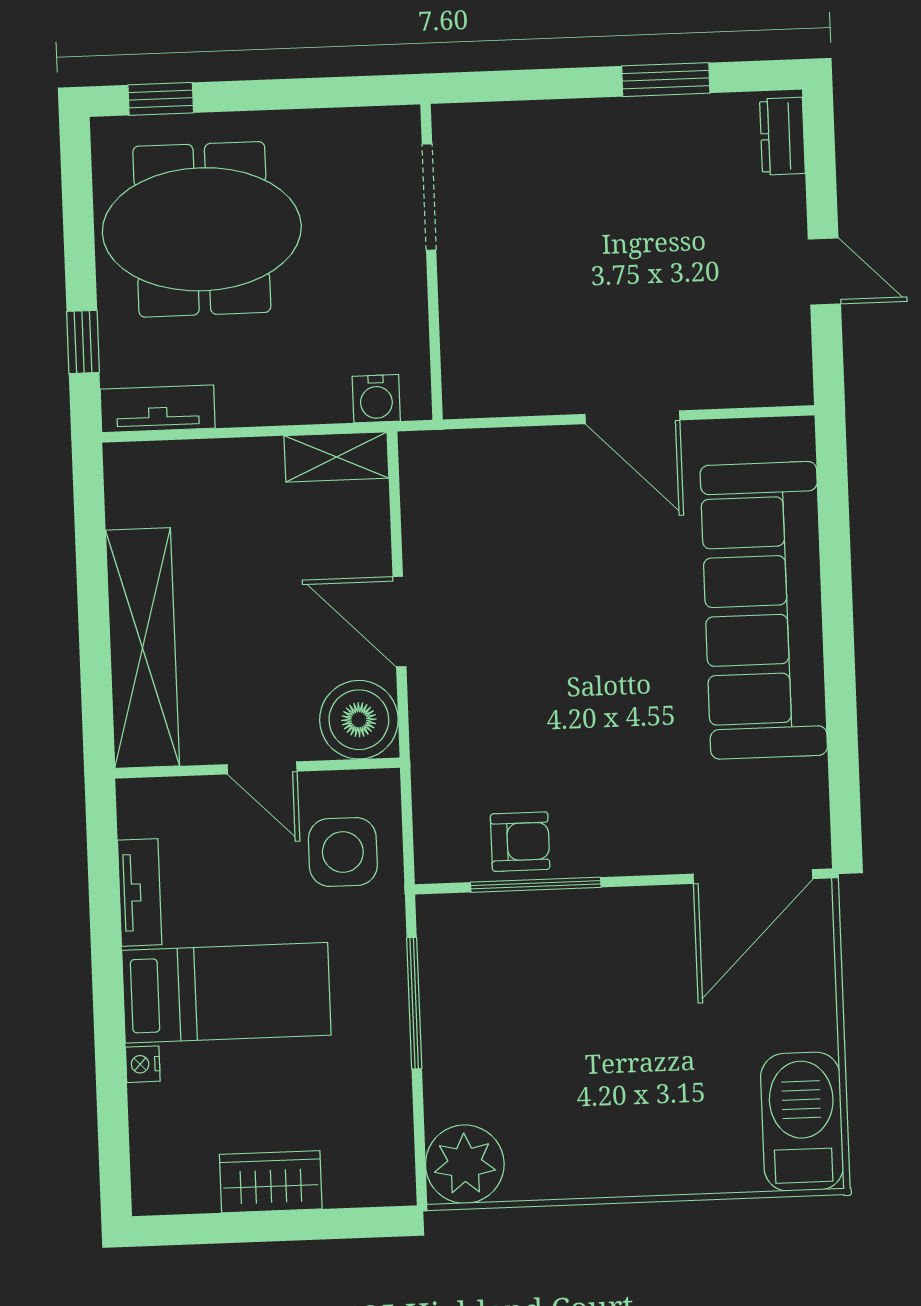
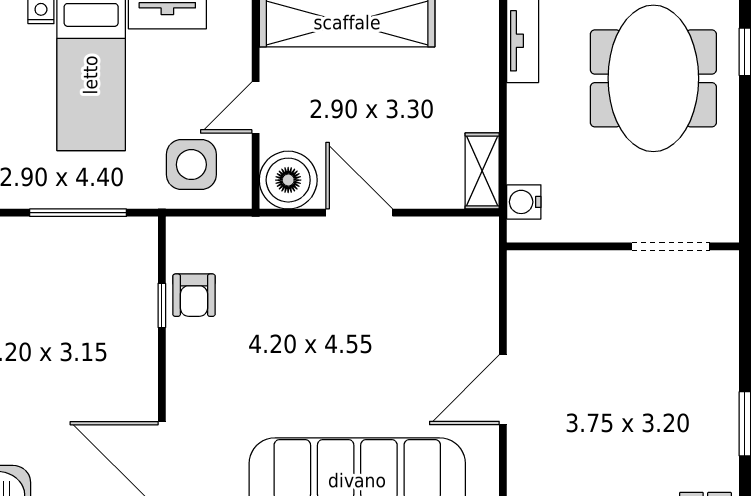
door: (400, 622) -> (359, 213), hinge flipped
window: (536, 885) -> (162, 305), width x0.46

